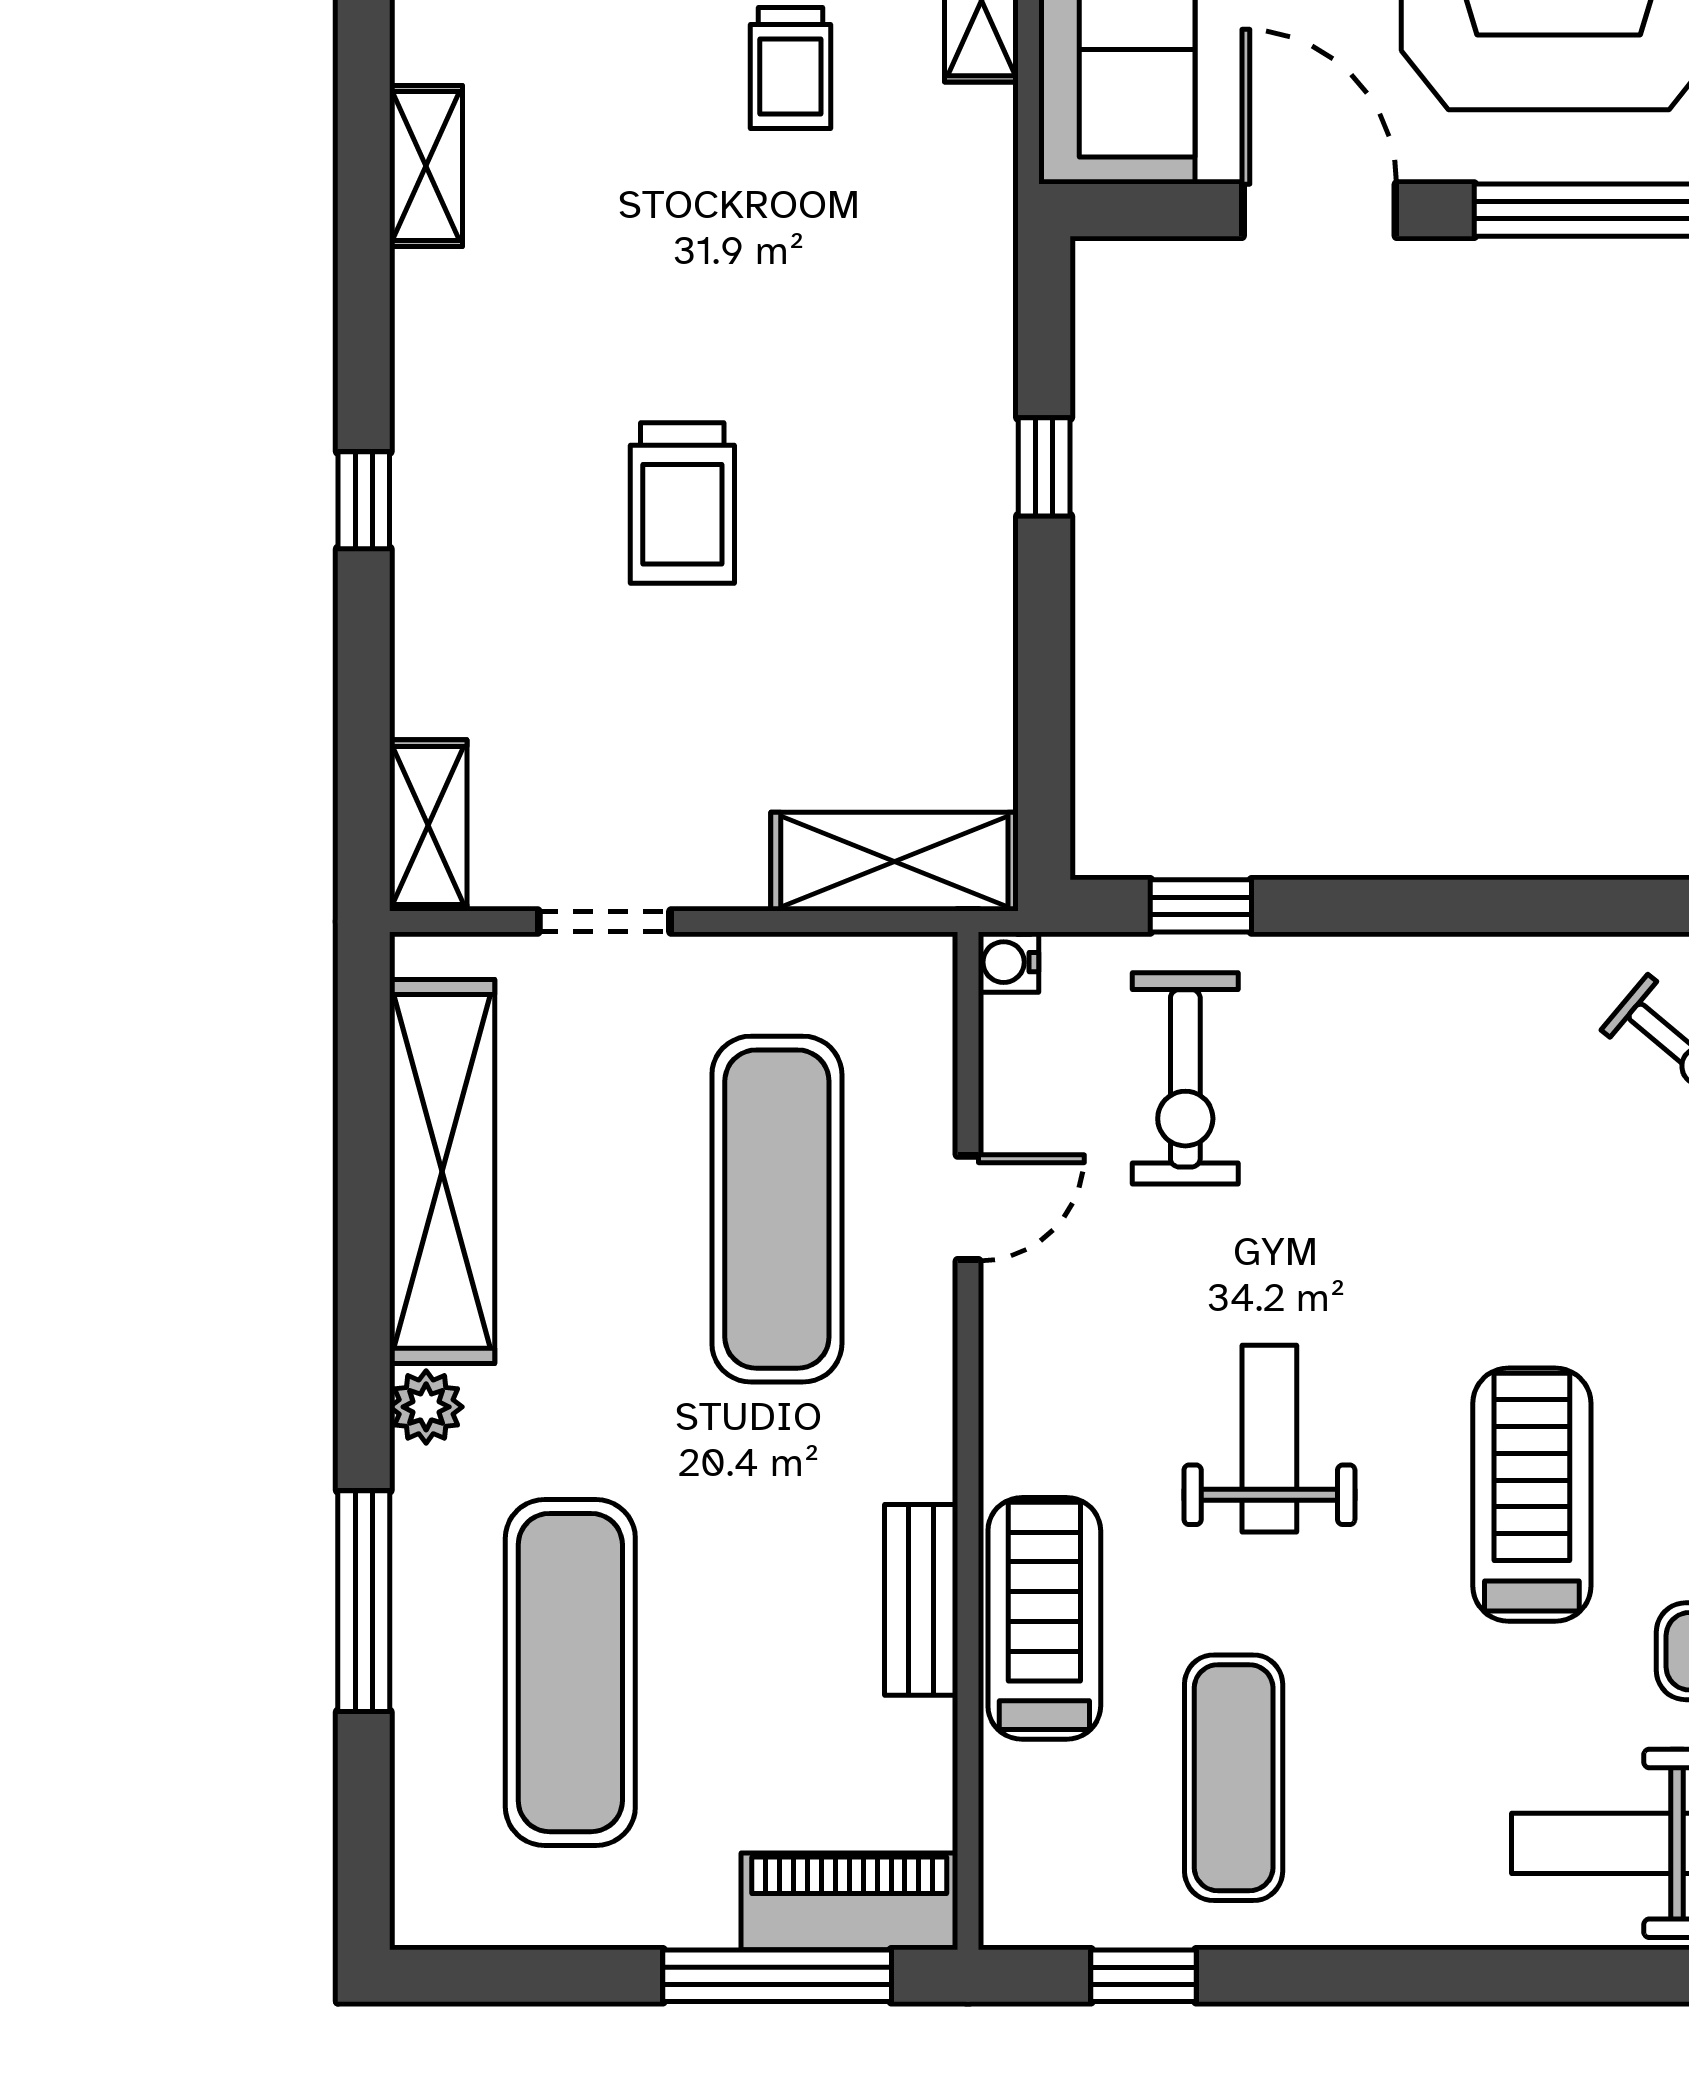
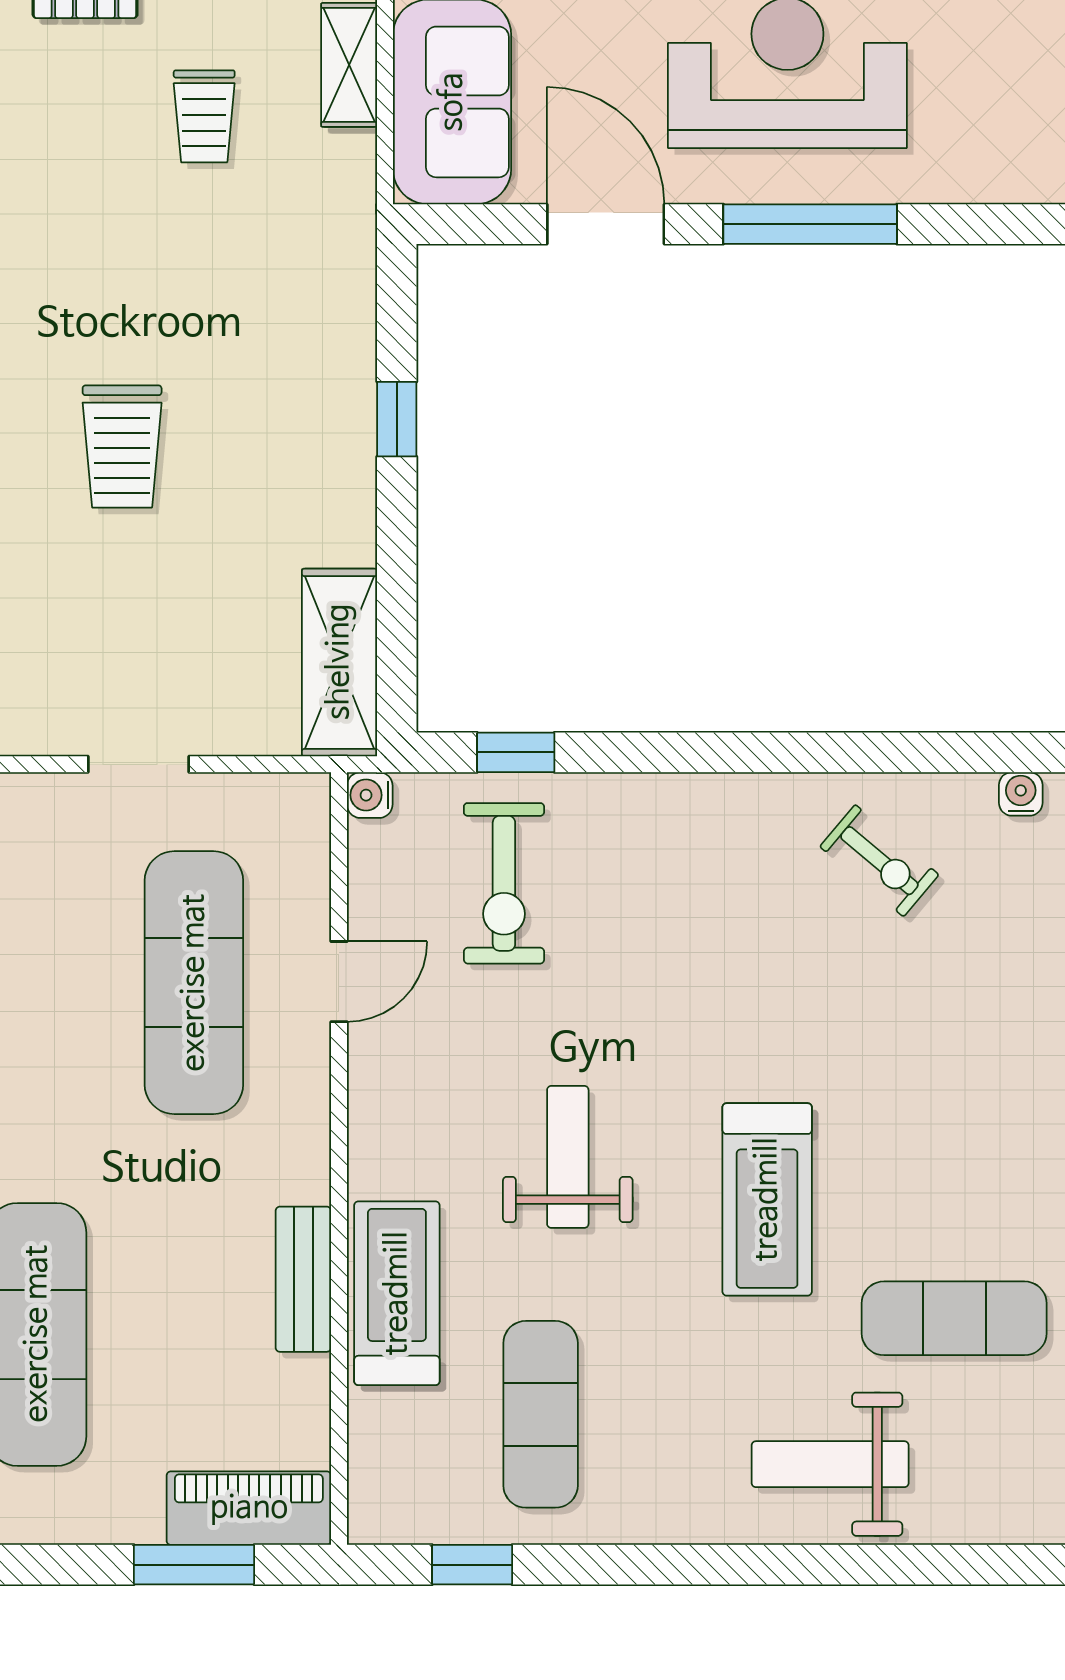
shelving: (894, 862) -> (339, 662), moved, turned 90
doorway: (604, 922) -> (139, 764), moved
treadmill: (1532, 1495) -> (767, 1199), turned 180
window: (777, 1976) -> (194, 1565), width x0.69

